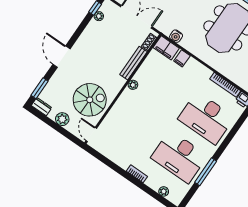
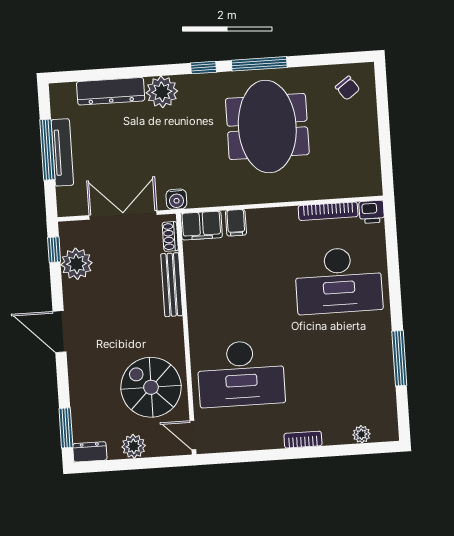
plant: (99, 16) -> (77, 264), width x1.87, depth x1.87
water cooler: (176, 36) -> (176, 199), moved
door: (61, 57) -> (59, 332), moved
plant: (133, 85) -> (196, 316), removed
spiral stairs: (90, 100) -> (151, 387), turned -90
desk: (179, 157) -> (241, 374), moved

